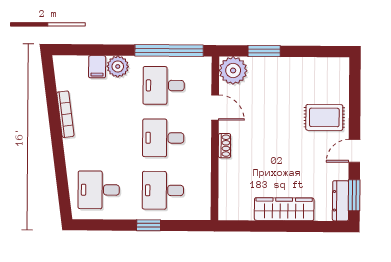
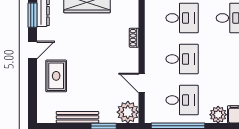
bench: (297, 64) -> (77, 117), added
rug: (324, 117) -> (56, 76), turned 90
shoe rack: (224, 146) -> (134, 38), moved

